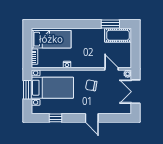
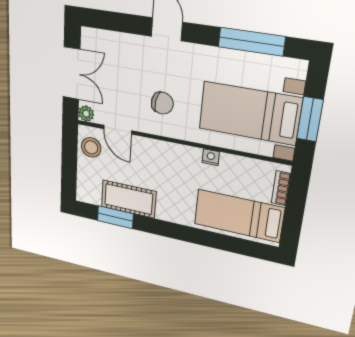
cot: (118, 35) -> (129, 199), moved
stool: (124, 58) -> (91, 147), added
window: (55, 118) -> (251, 42), width x2.17

